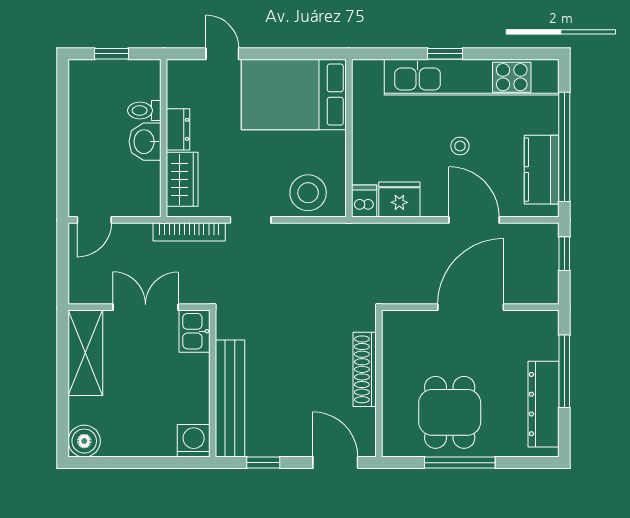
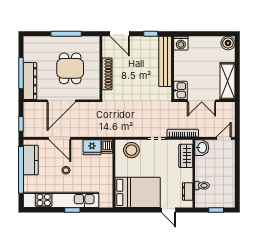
dresser: (178, 129) -> (188, 191), moved
washbasin: (145, 142) -> (202, 148), moved
dresser: (543, 404) -> (30, 81), moved
dining table: (450, 412) -> (70, 68), moved

